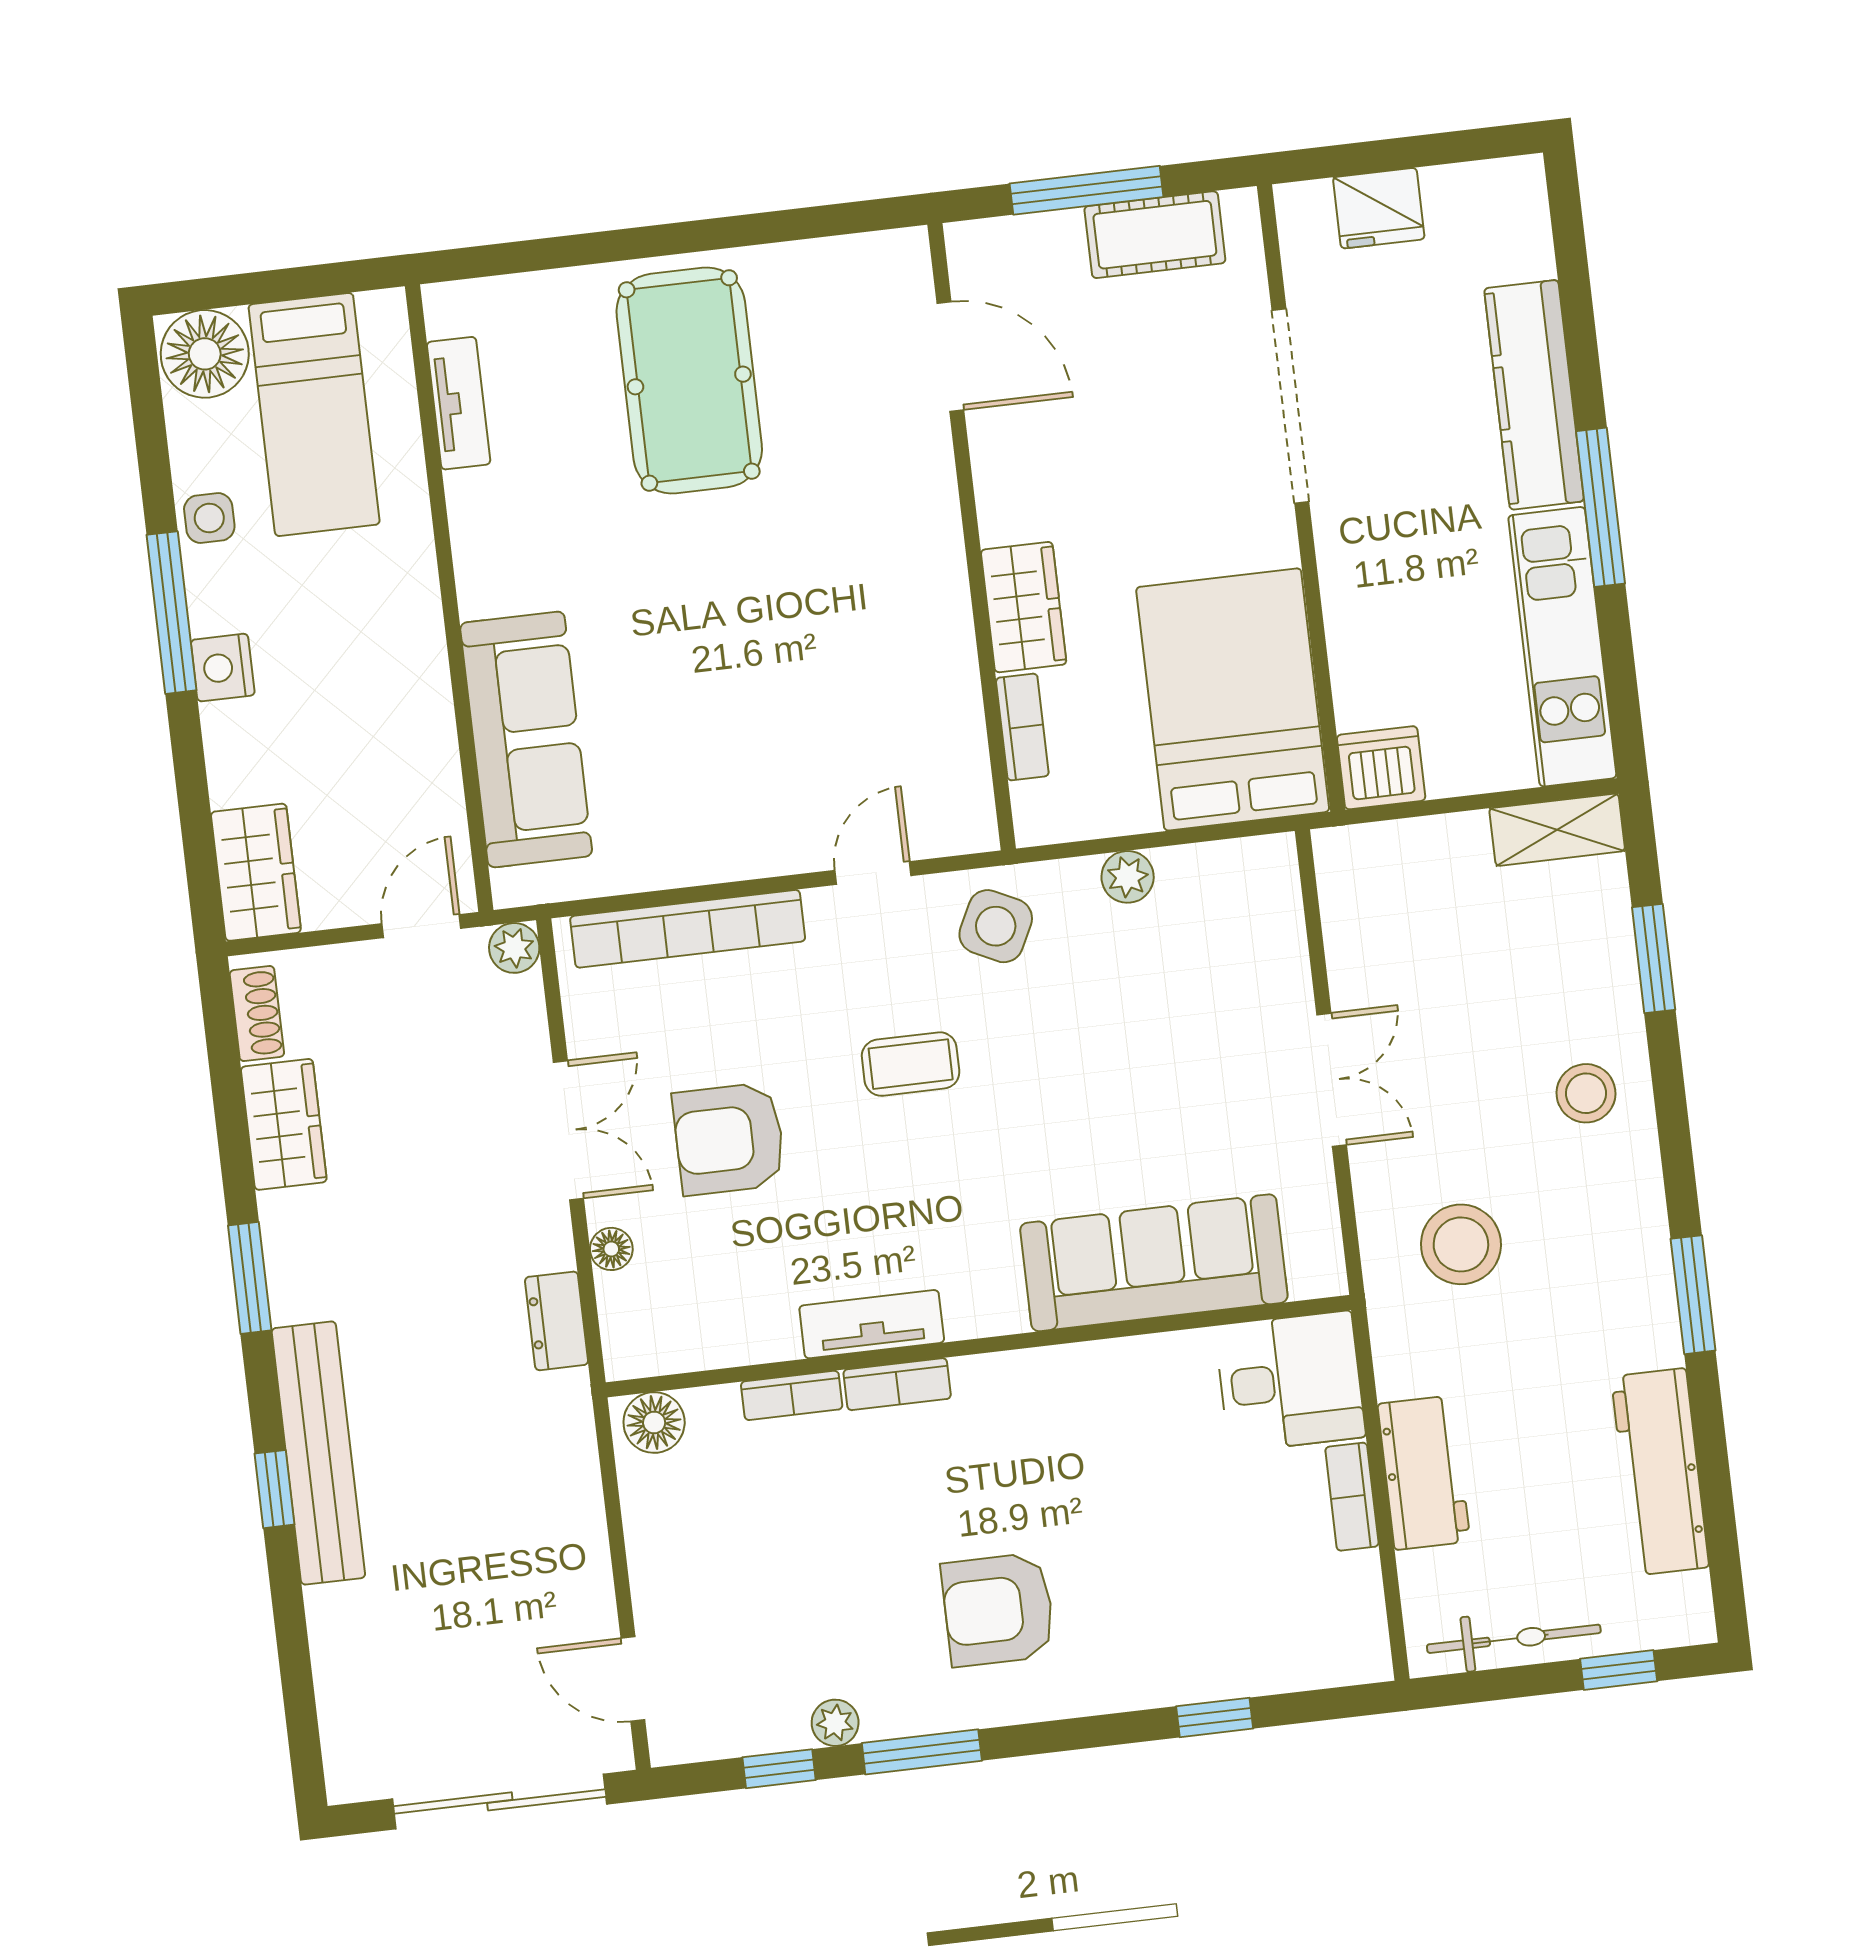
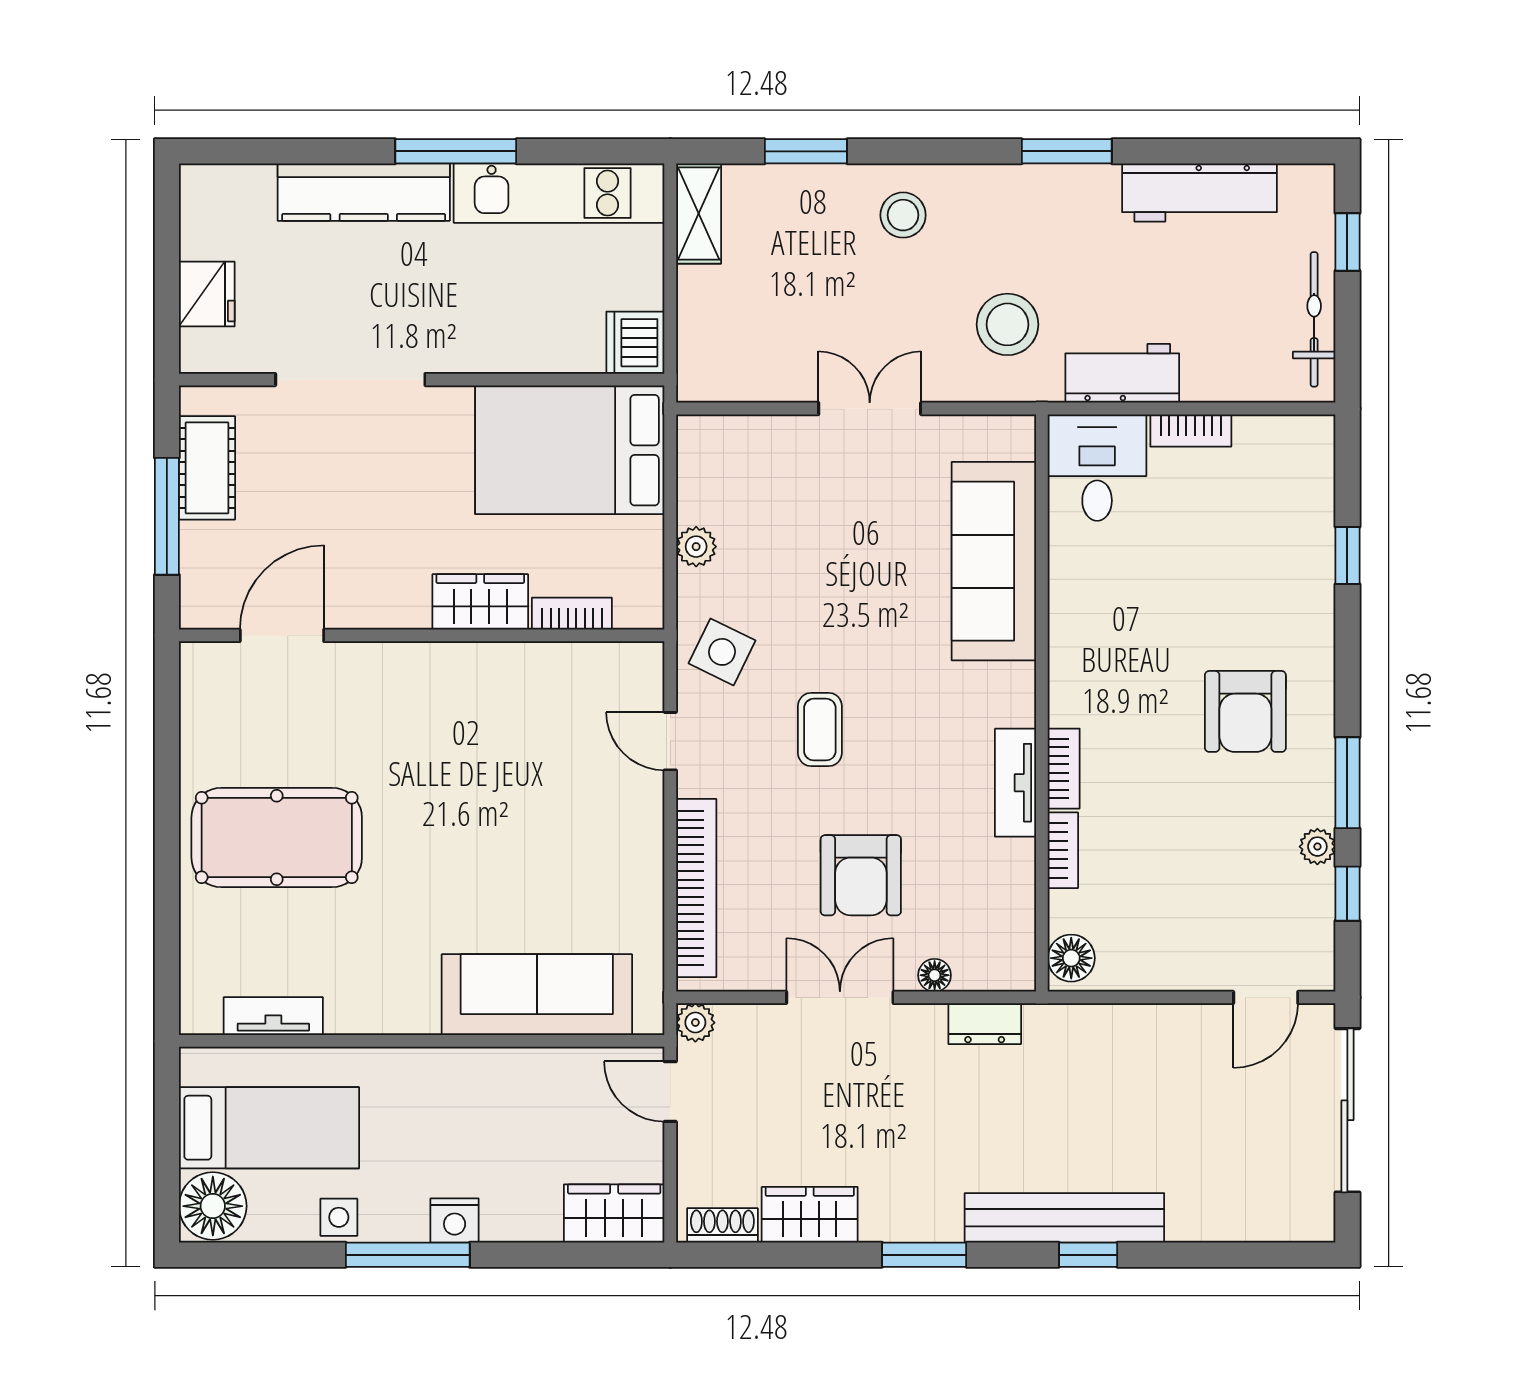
workbench: (1424, 1473) -> (1122, 373), moved

